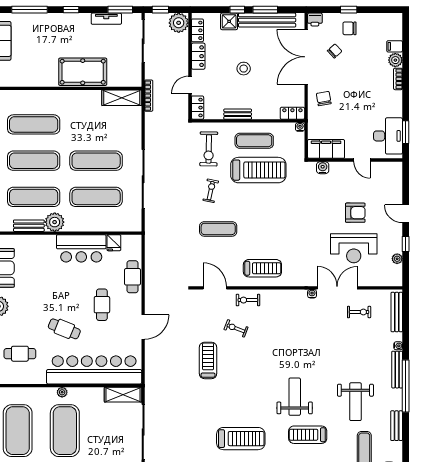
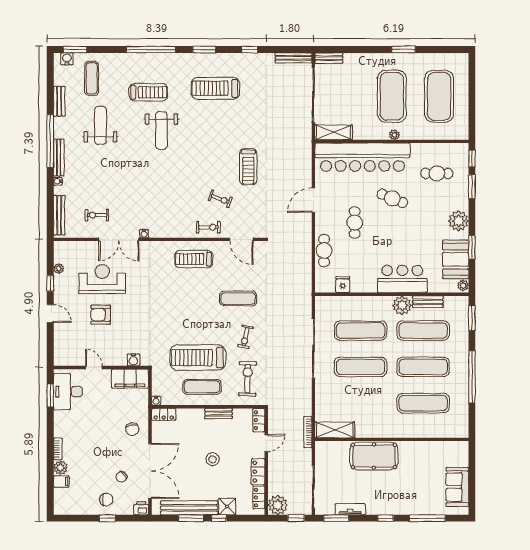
bar counter: (81, 248) -> (402, 279), moved

